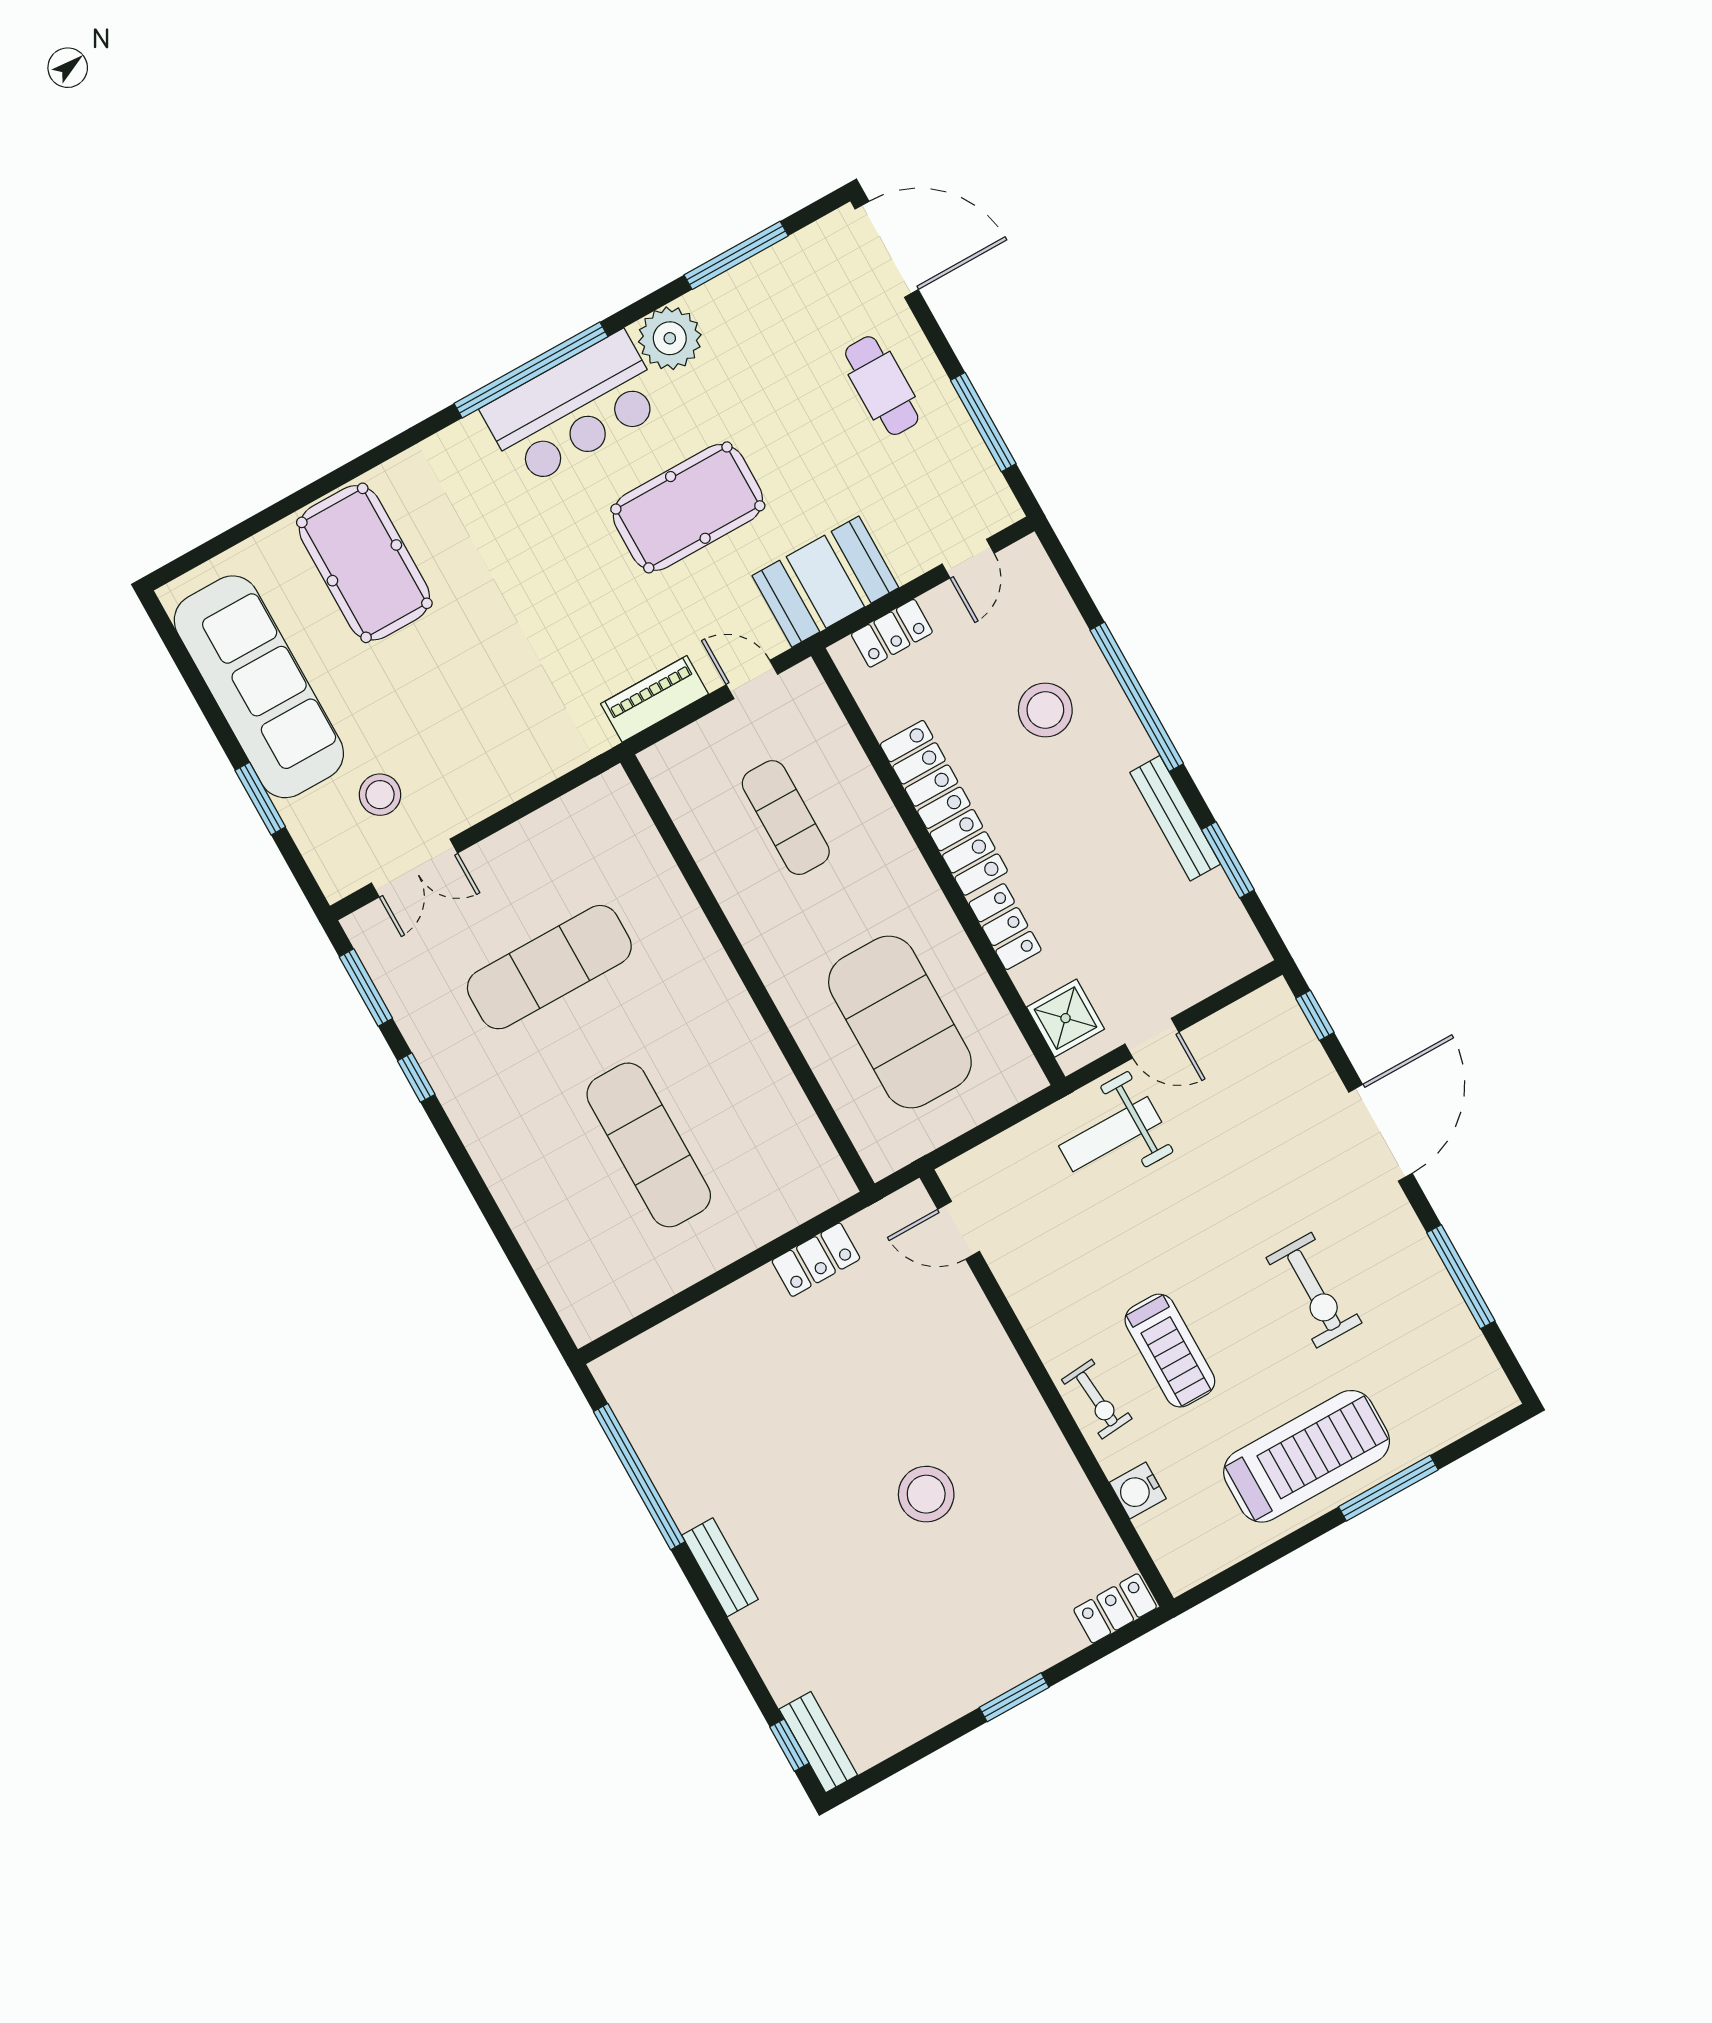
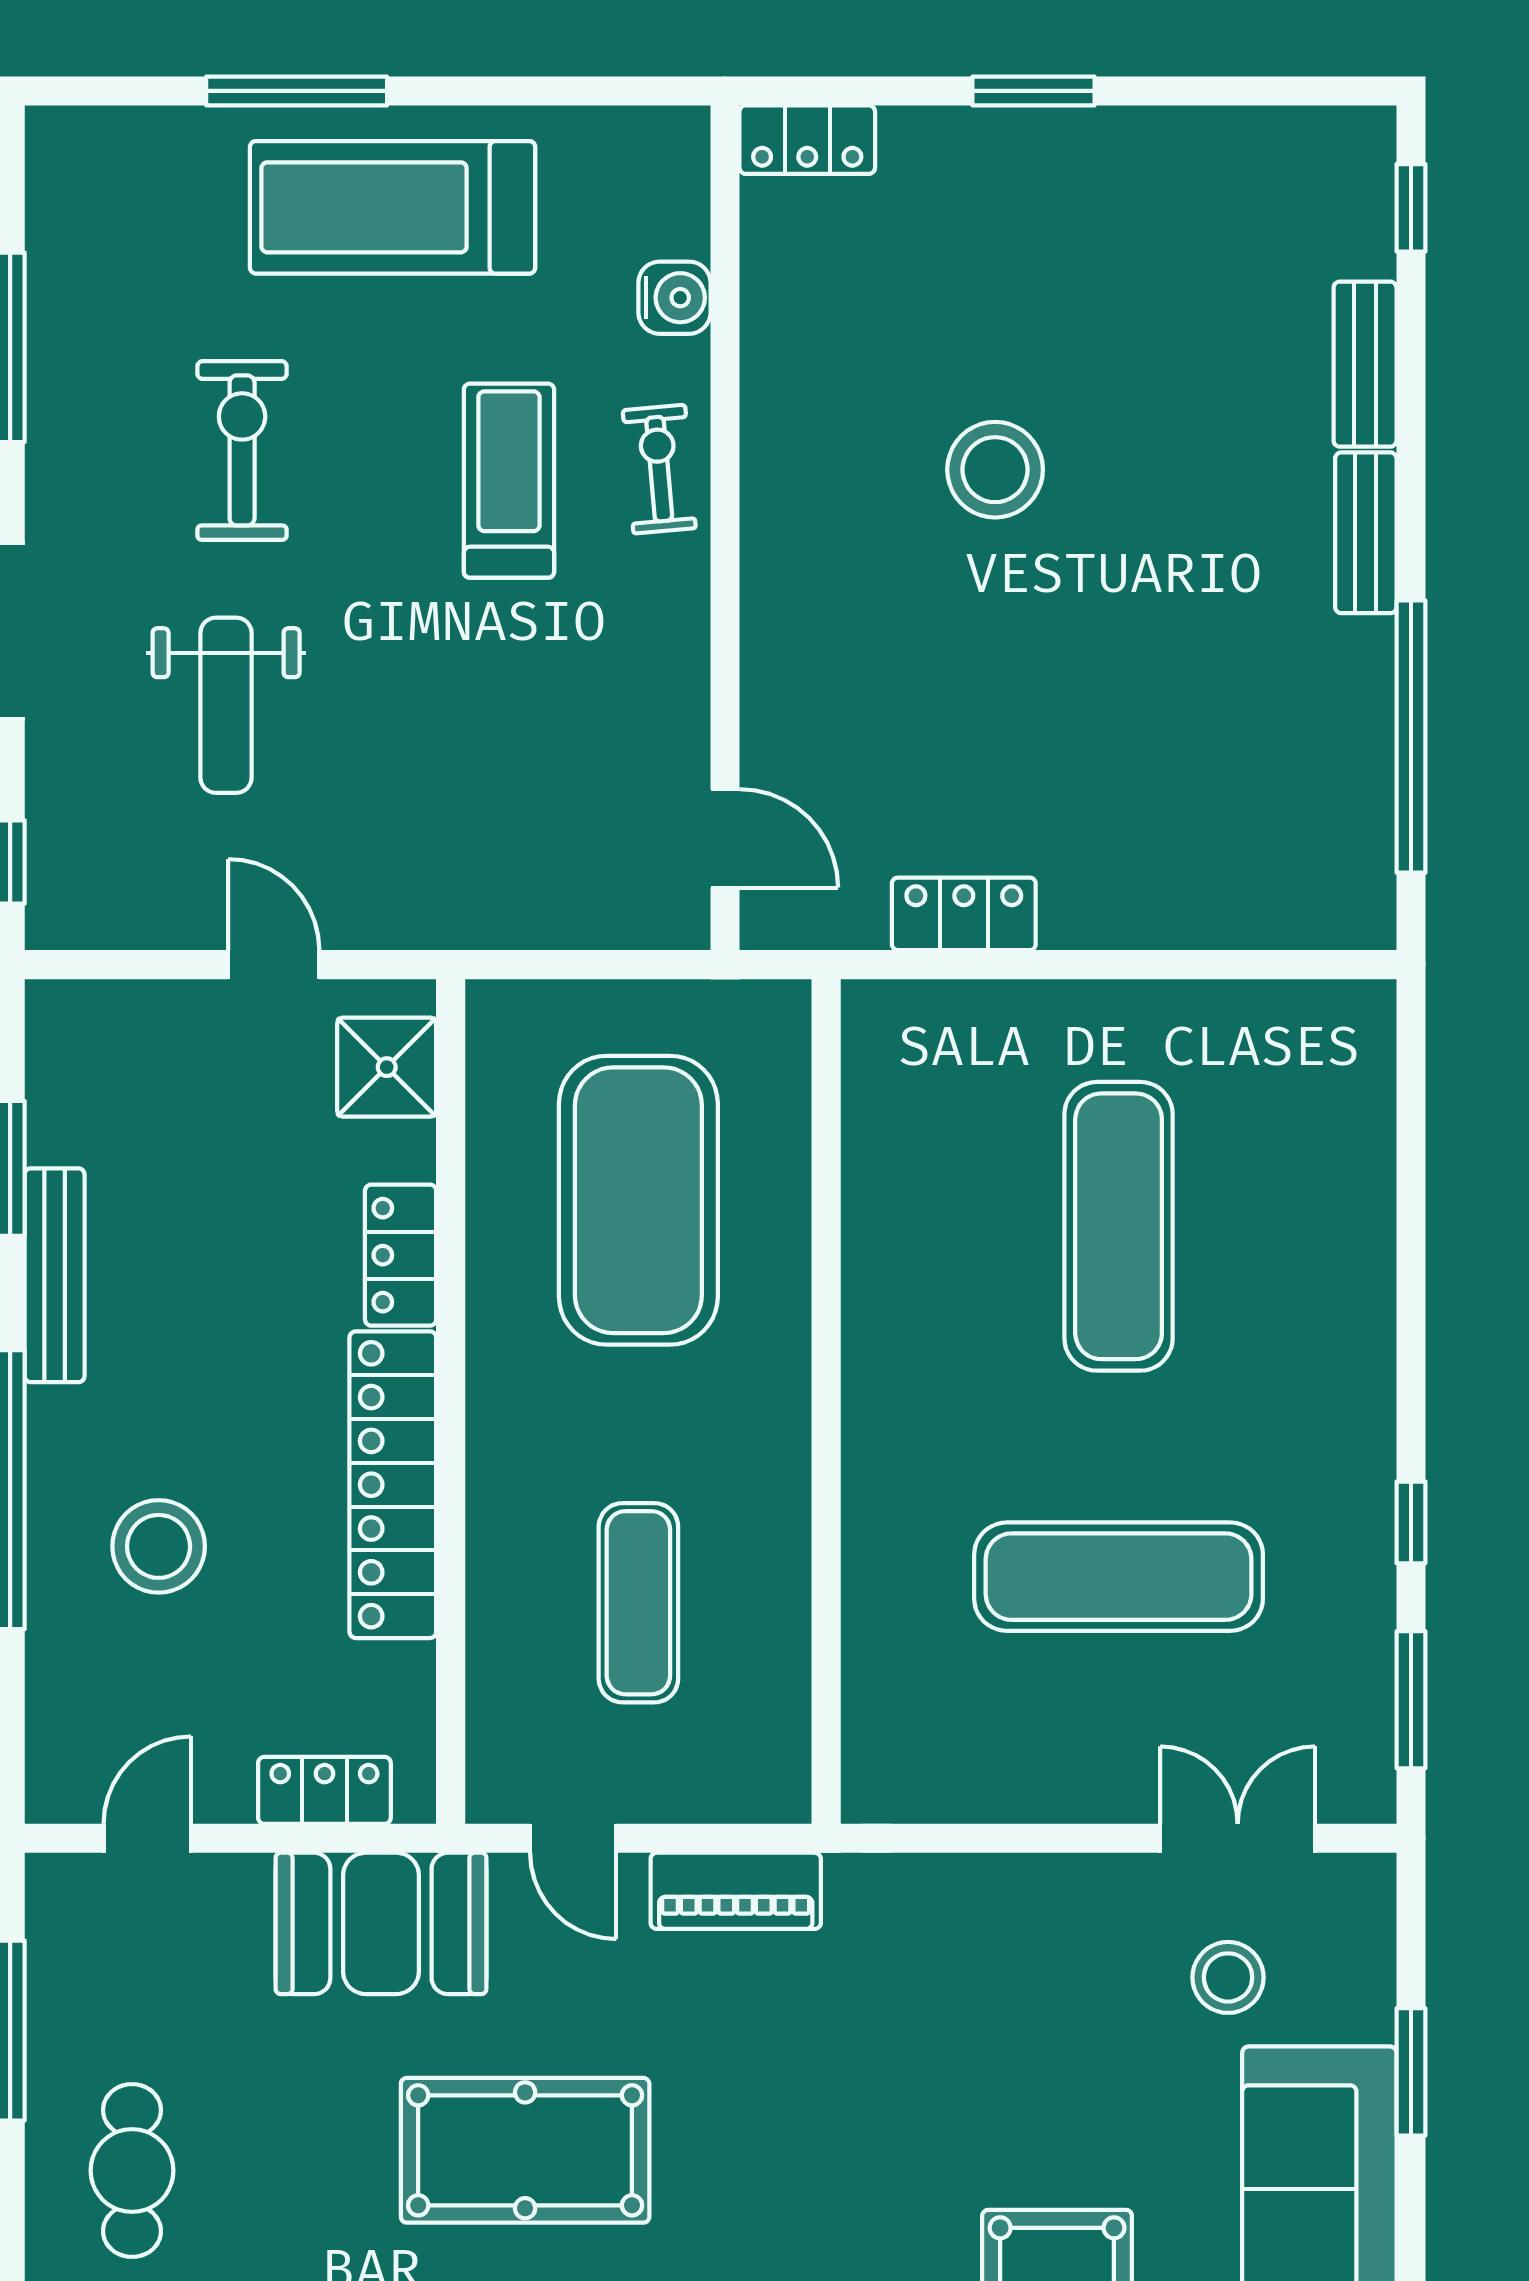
weight bench: (1110, 1134) -> (226, 705), moved, turned 90
bench: (818, 1742) -> (1365, 364), moved

